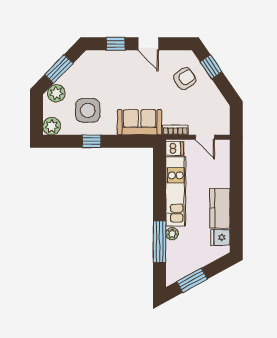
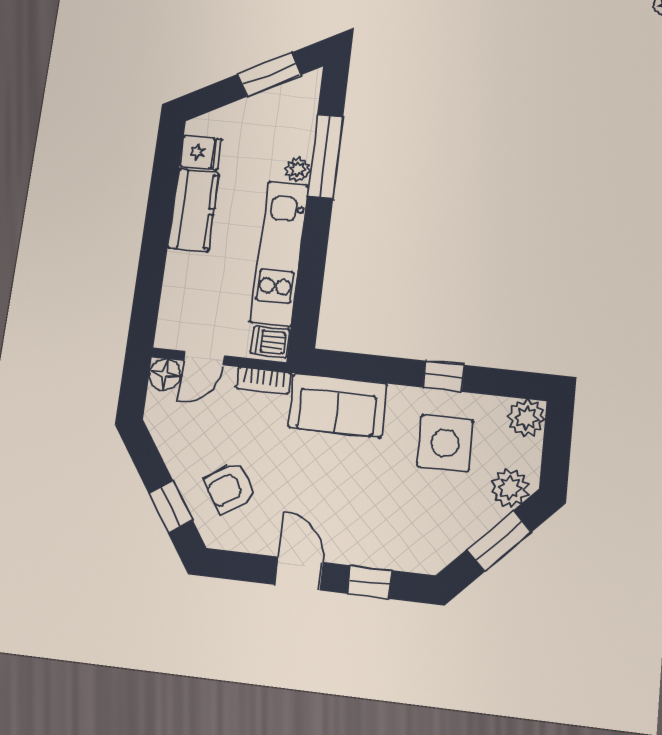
floor lamp: (222, 128) -> (165, 375), added
door: (205, 137) -> (204, 358), swing flipped

